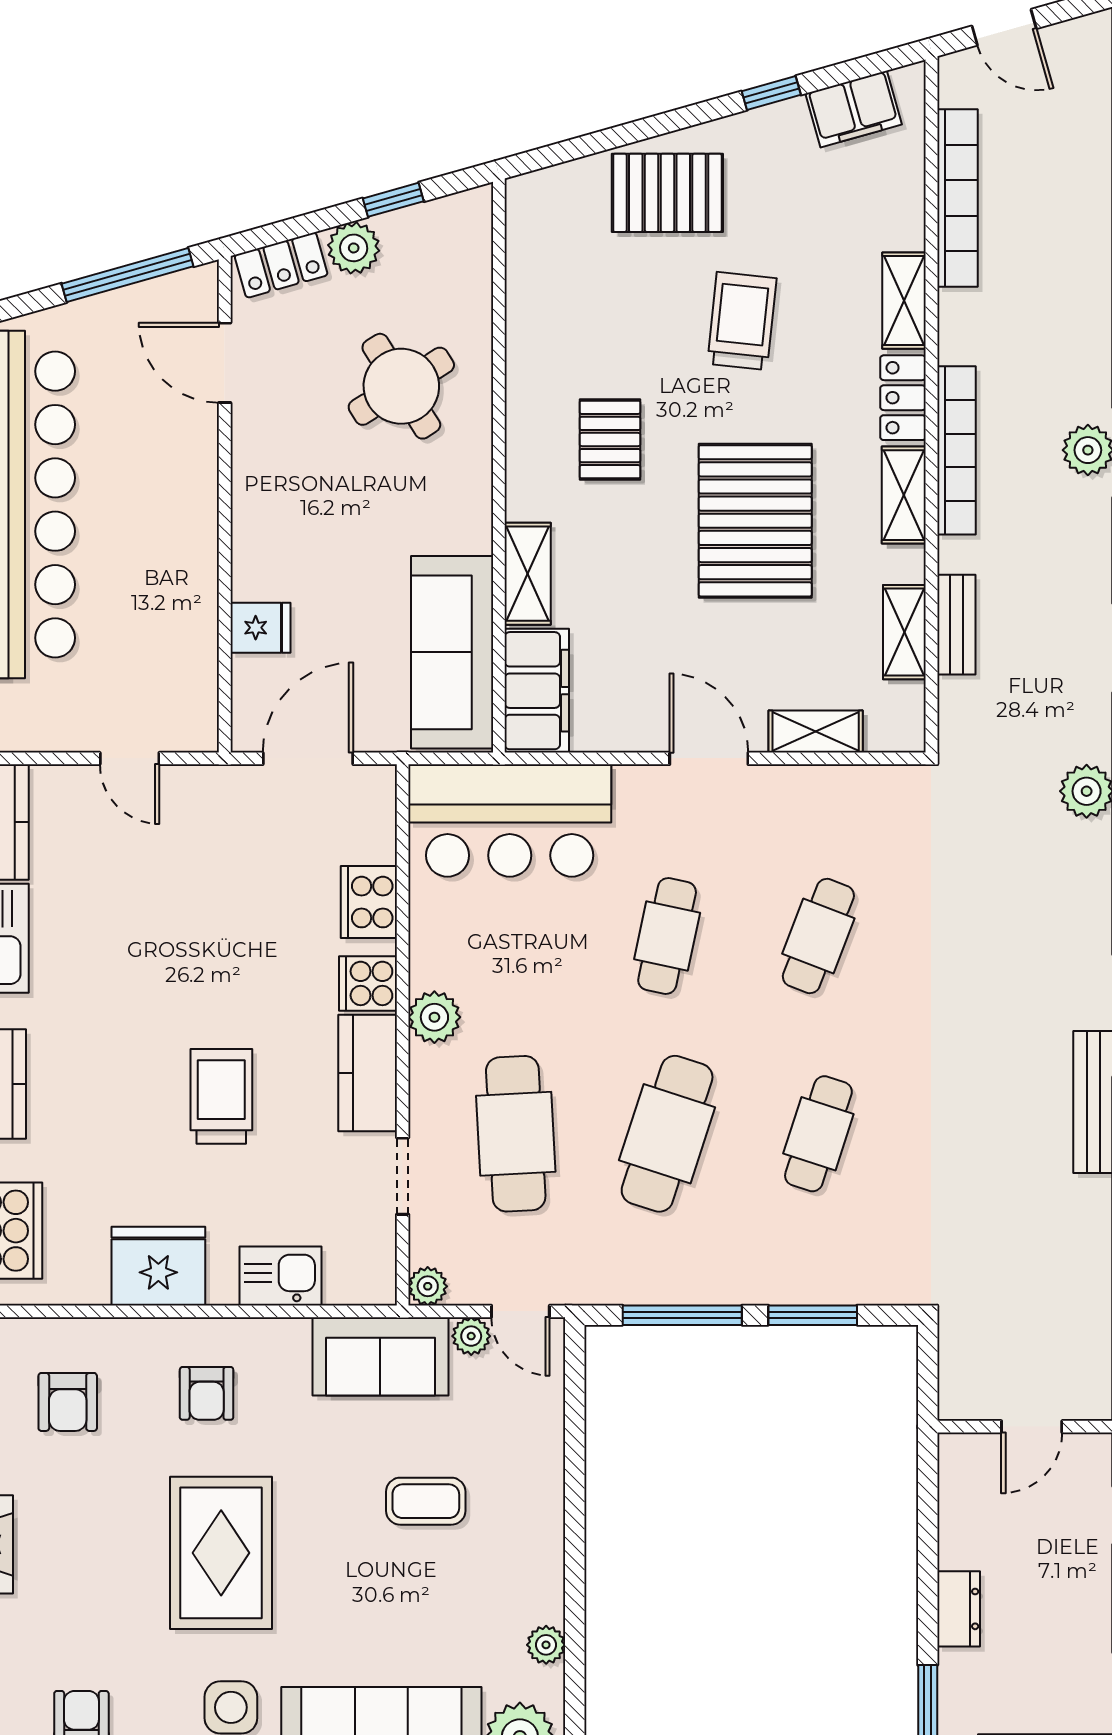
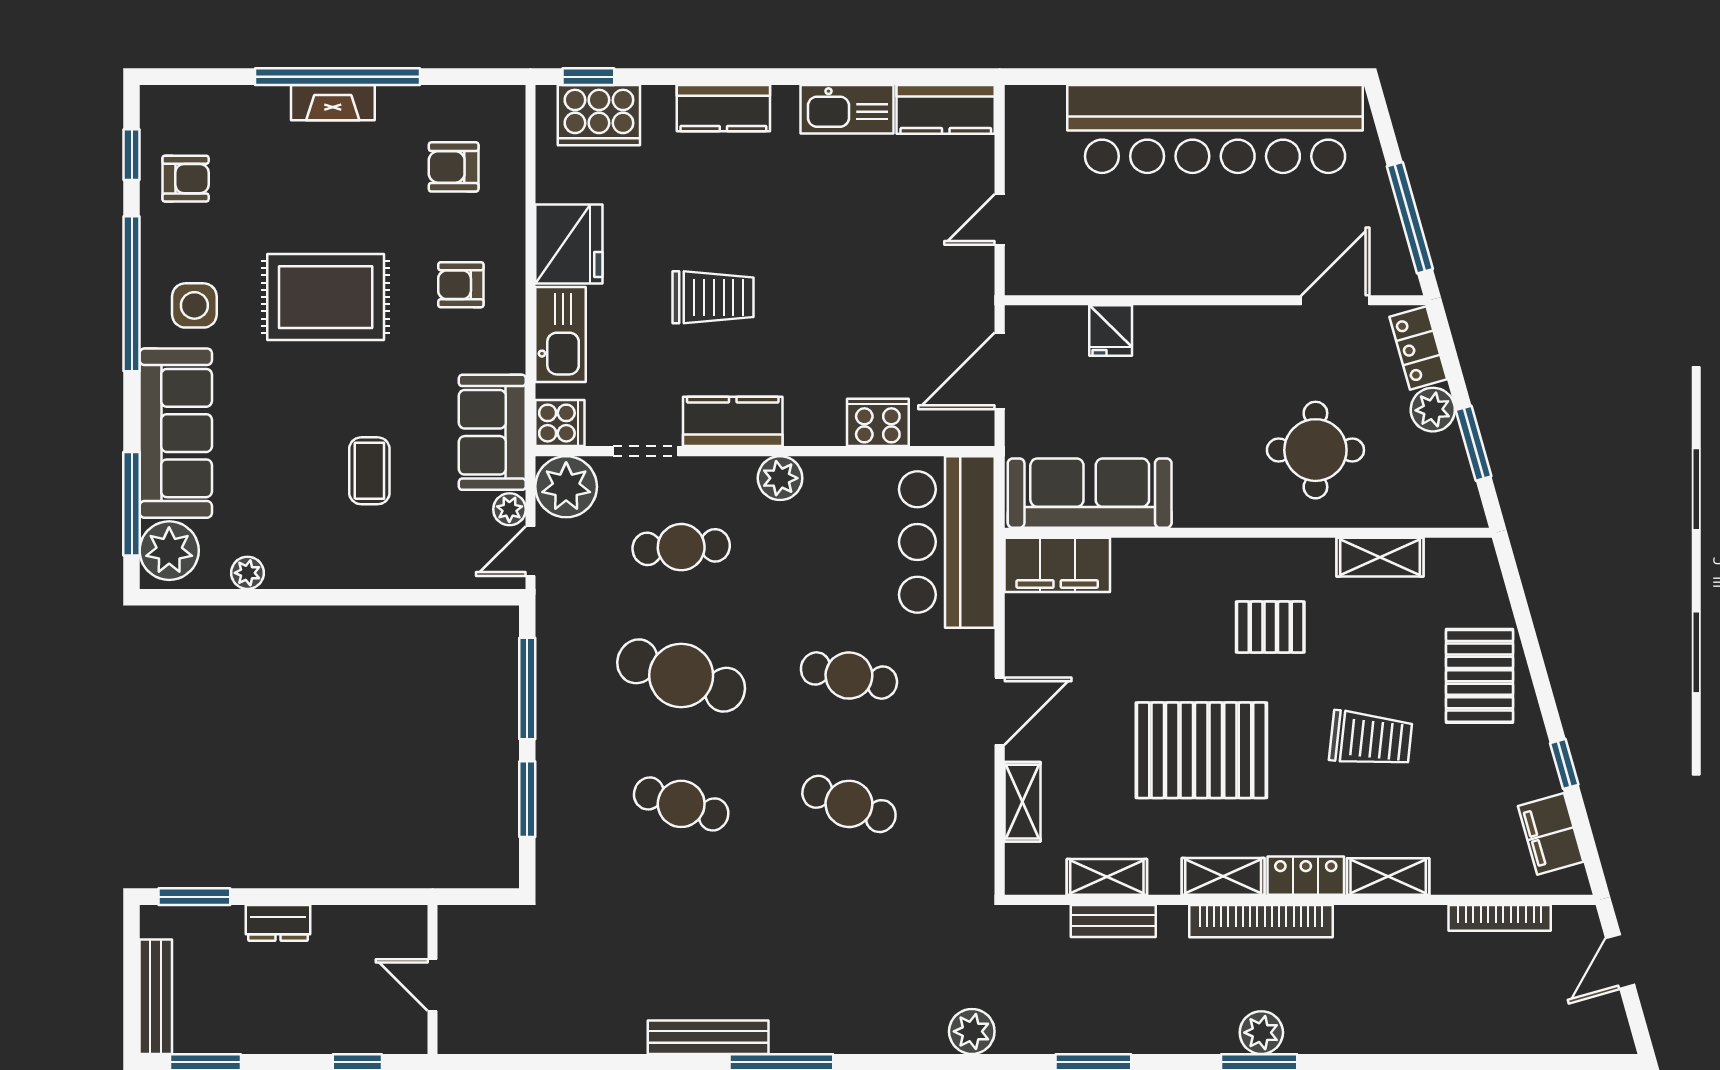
bookcase: (957, 198) -> (1500, 918), width x0.68, depth x0.76
window: (393, 200) -> (1474, 443), width x1.50
round table: (401, 386) -> (1315, 450), turned 32
shelving: (528, 574) -> (1380, 557), moved
door: (308, 758) -> (1000, 371), swing flipped
cooker: (368, 983) -> (560, 423), moved, turned 90
cafe table: (516, 1134) -> (681, 547), width x0.73, depth x0.74
kitchen sink: (280, 1276) -> (561, 334), width x1.38
plant: (428, 1286) -> (566, 487), width x1.88, depth x1.88

